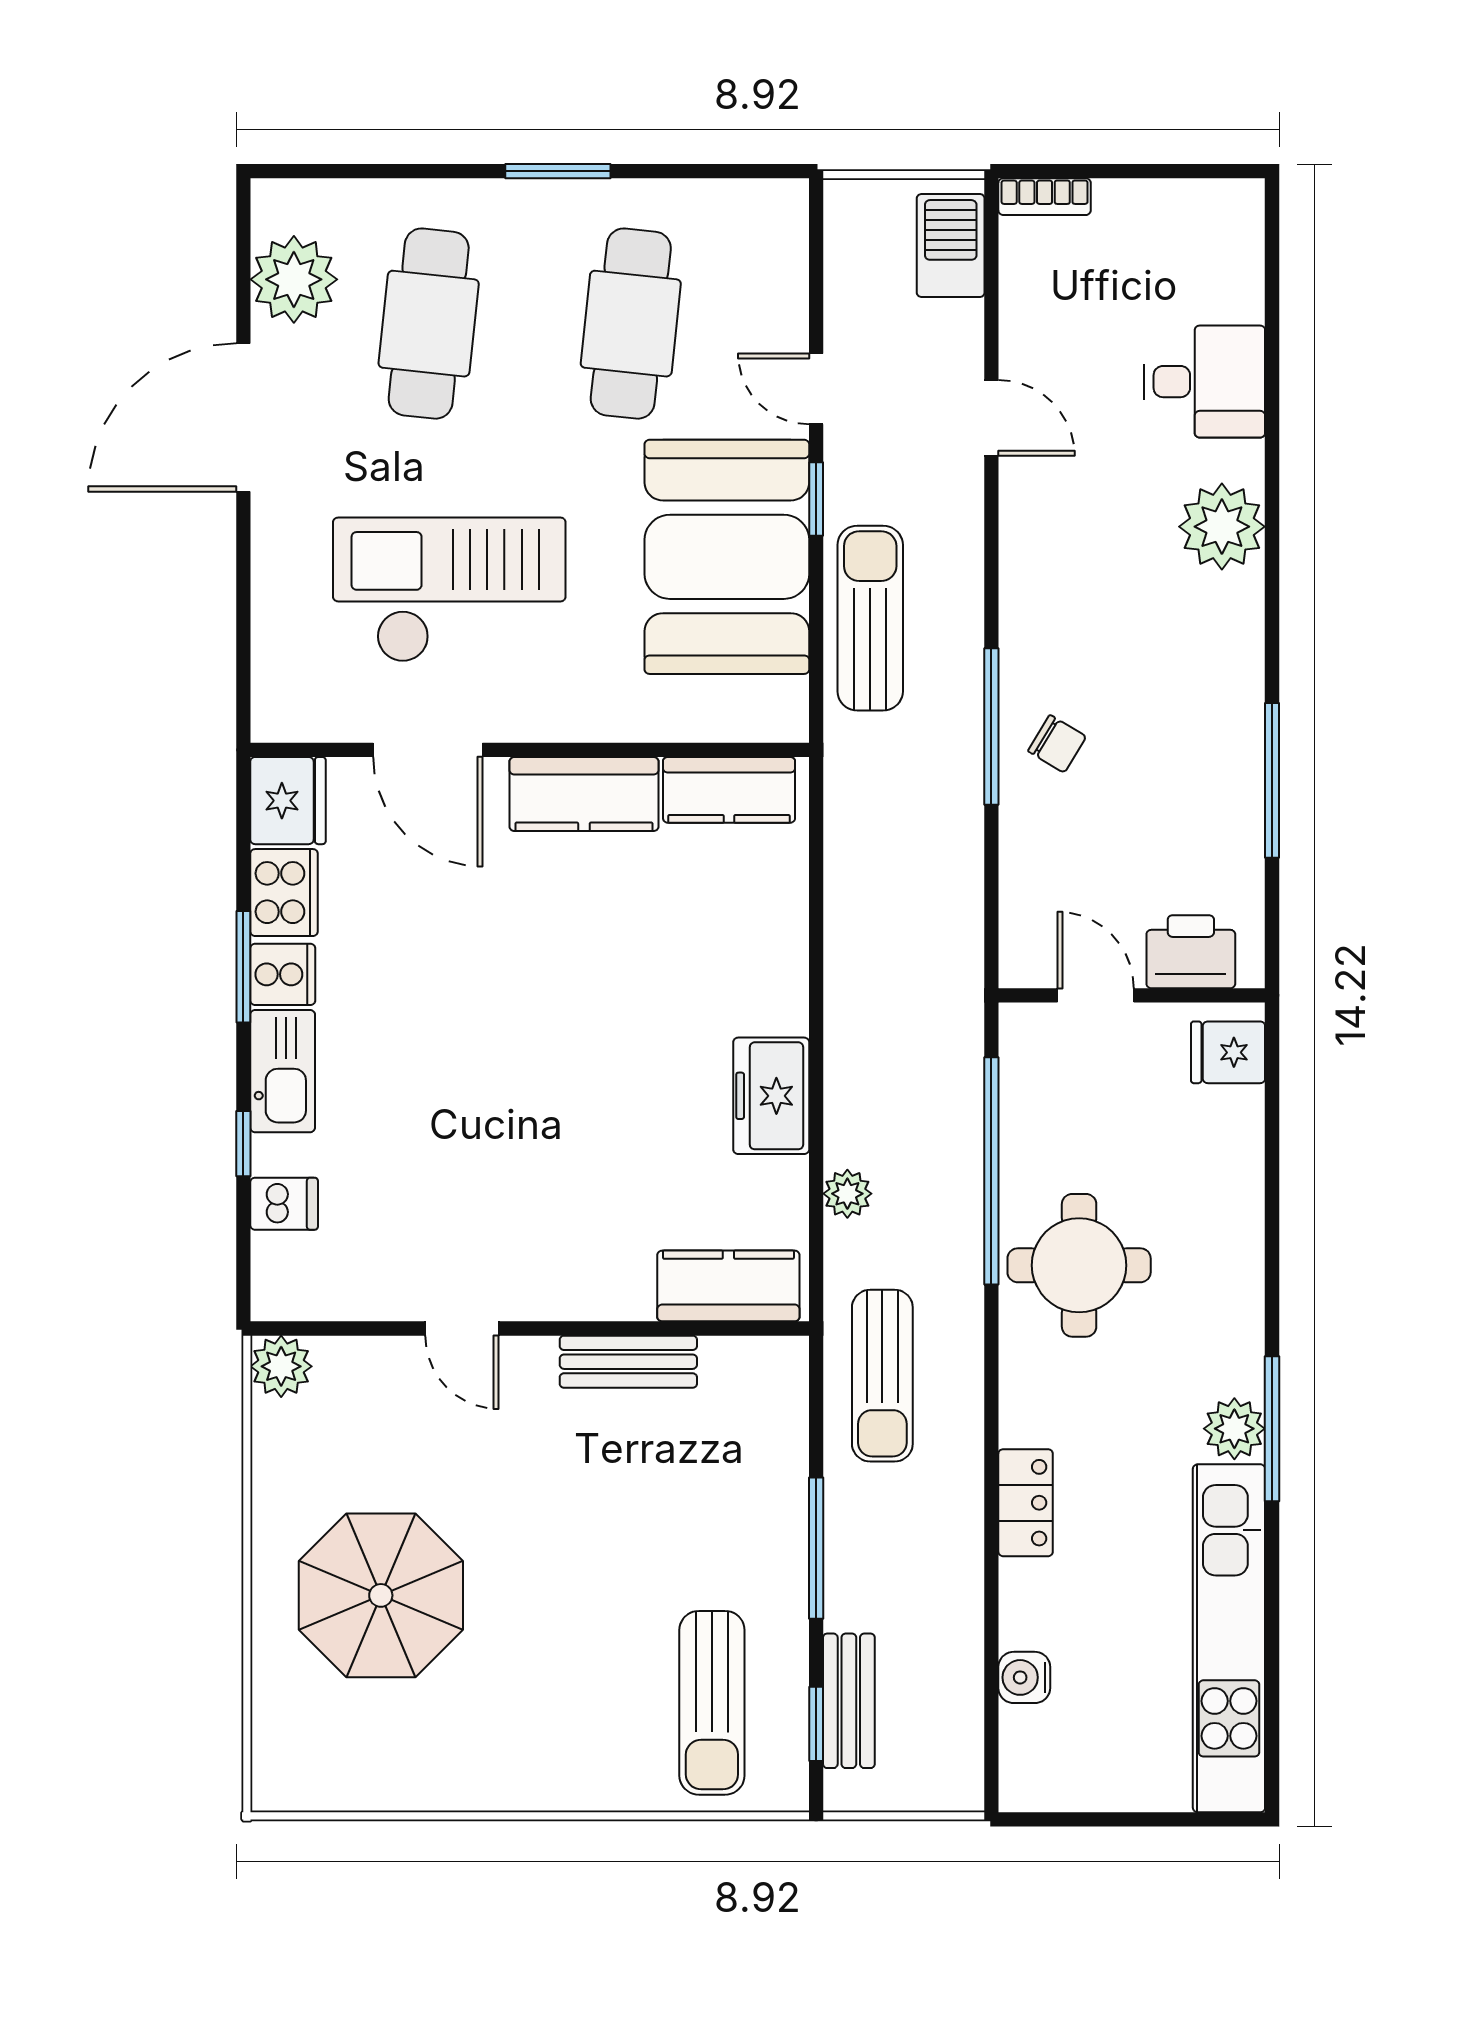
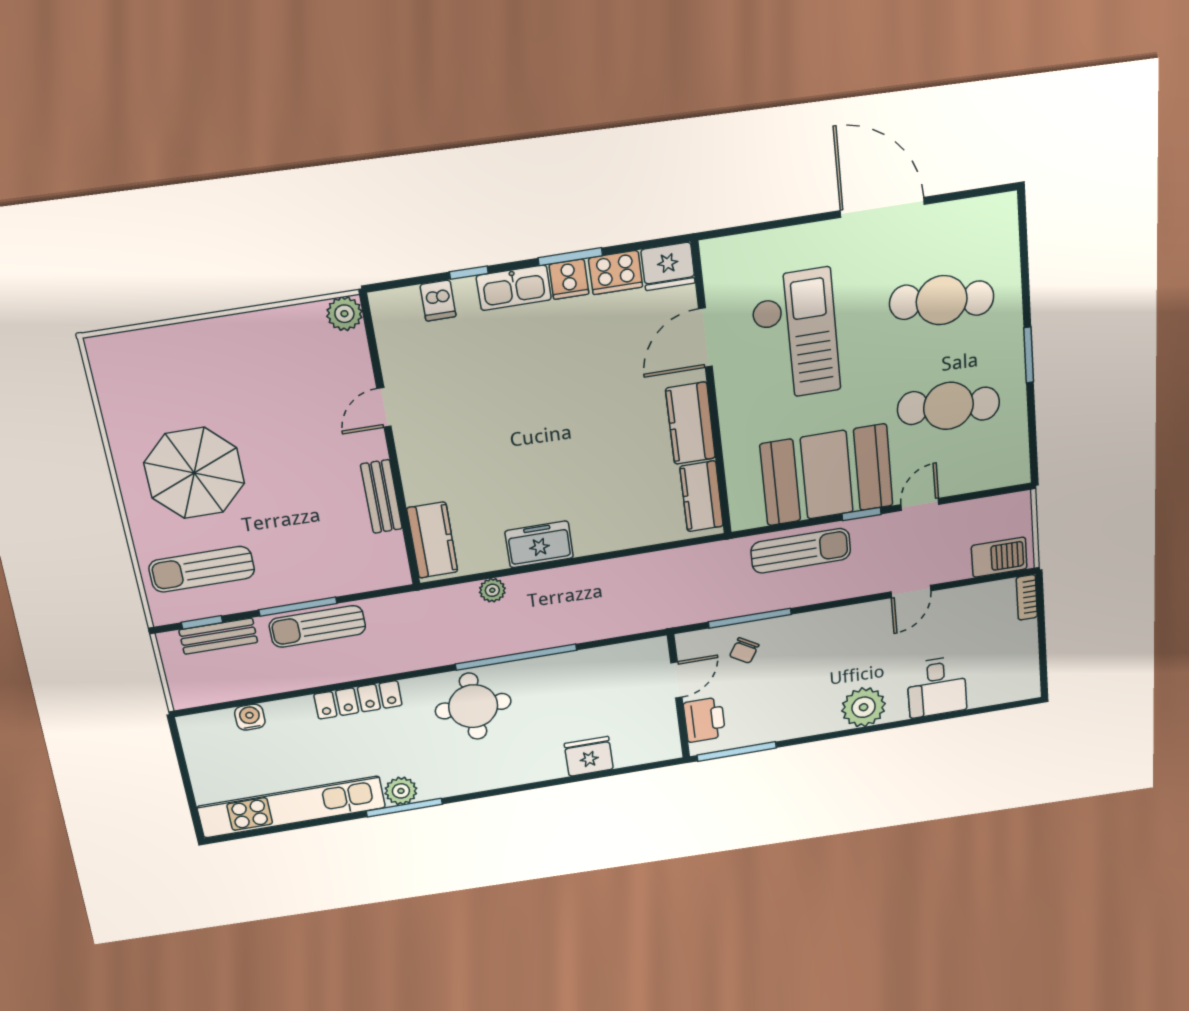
plant: (294, 279) -> (962, 223), removed
printer: (1191, 952) -> (704, 720), moved
door: (1096, 995) -> (676, 680), moved
wall: (1132, 995) -> (679, 697), moved
fridge: (1228, 1052) -> (589, 756), width x1.38
sun lounger: (882, 1376) -> (317, 626), moved
locker: (1026, 1503) -> (358, 700), width x1.53
parasol: (381, 1595) -> (194, 473), moved

